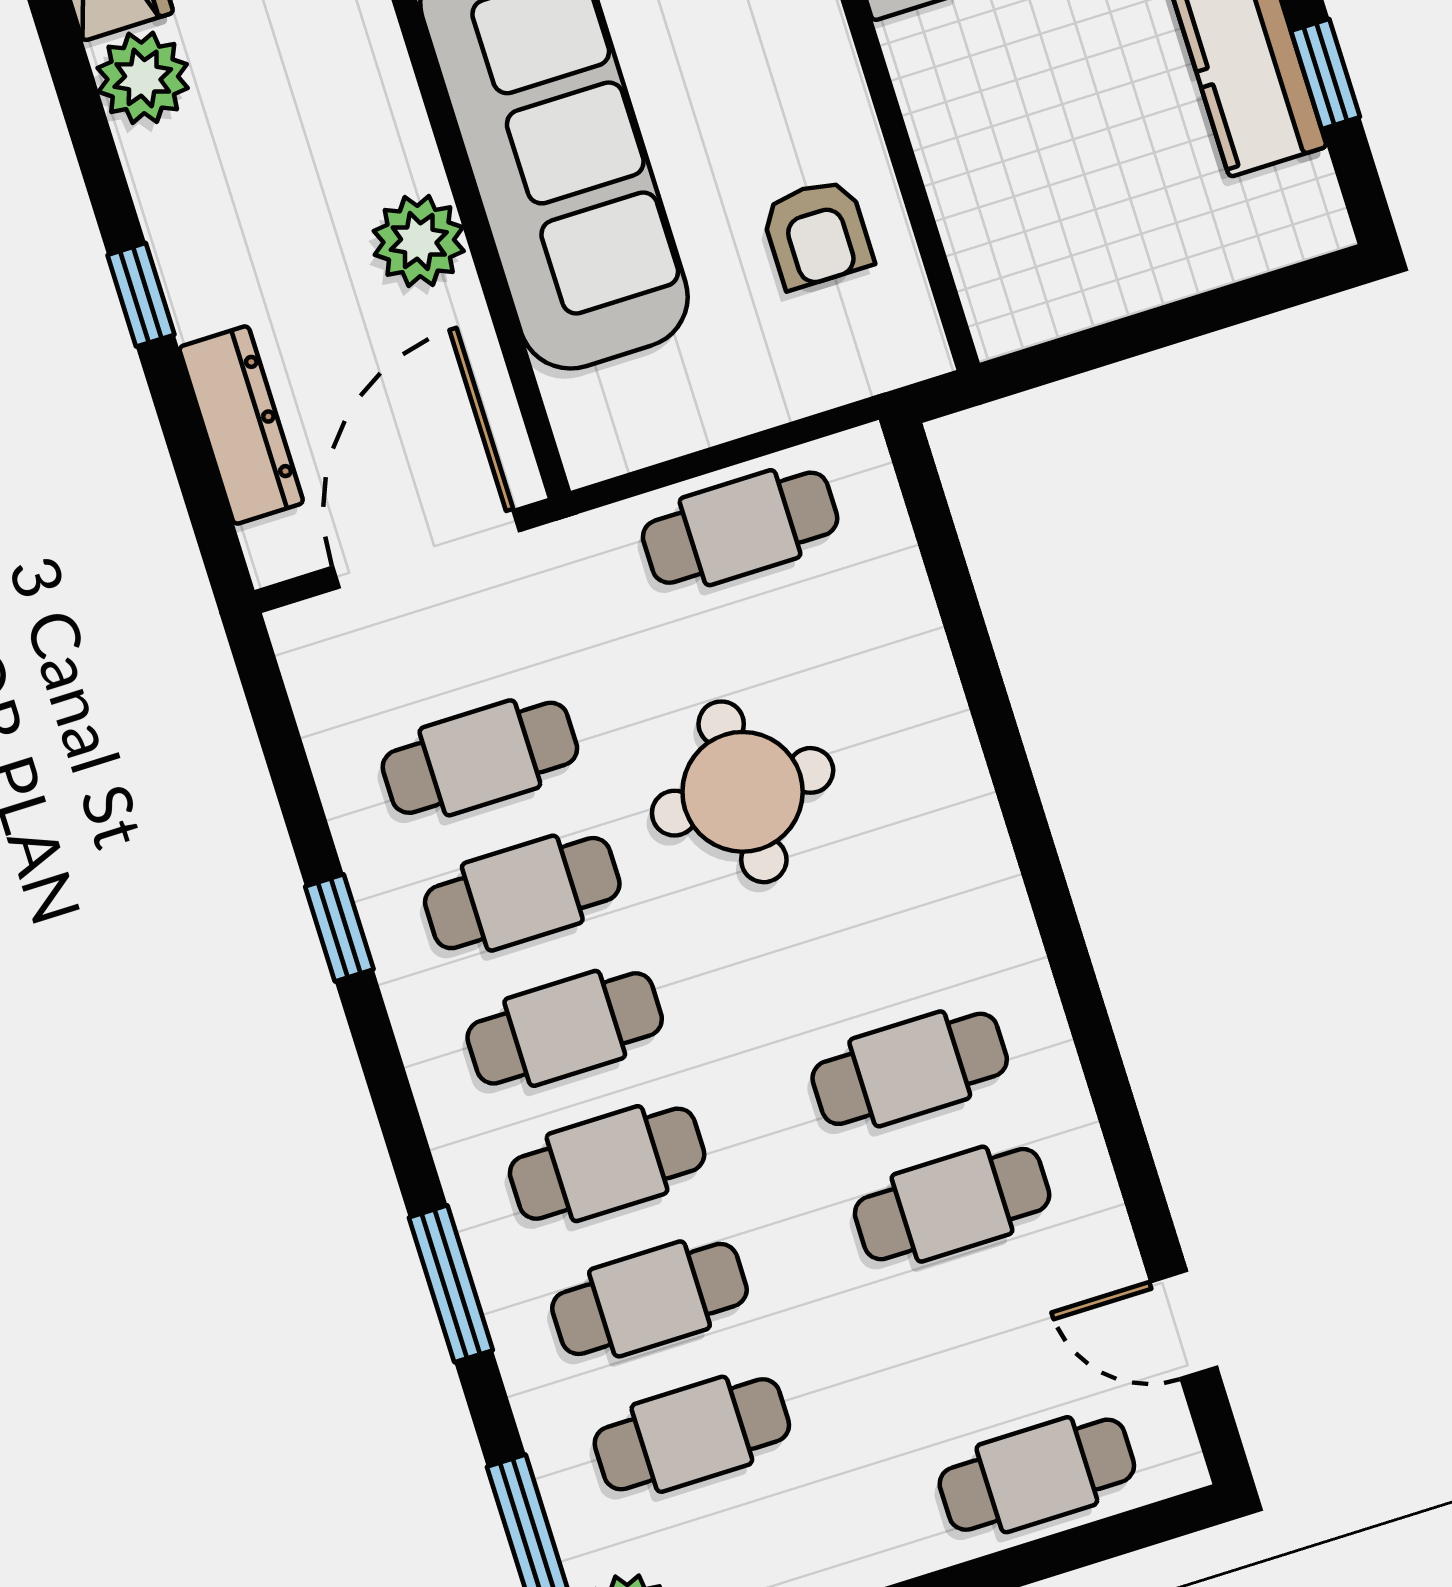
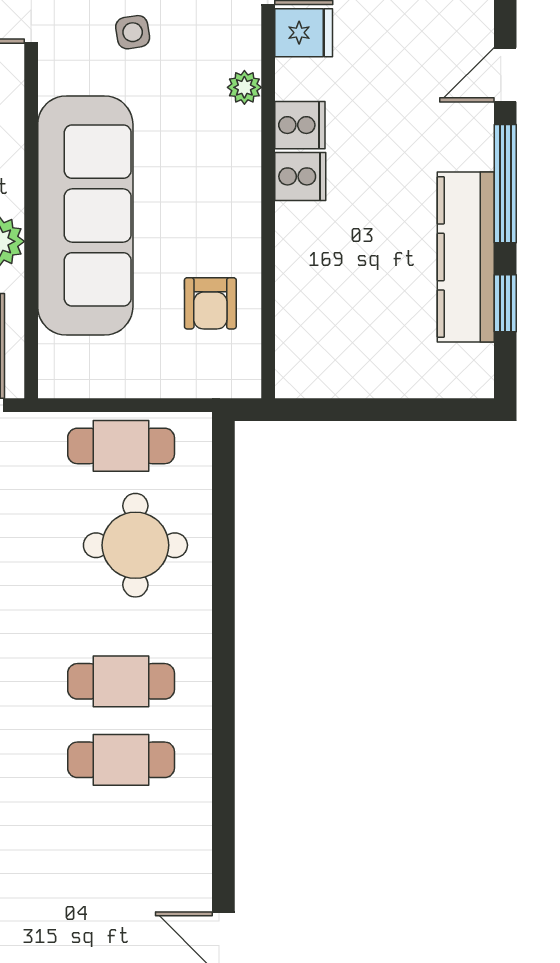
round table: (743, 792) -> (135, 545), moved
cafe table: (952, 1204) -> (121, 681), moved

